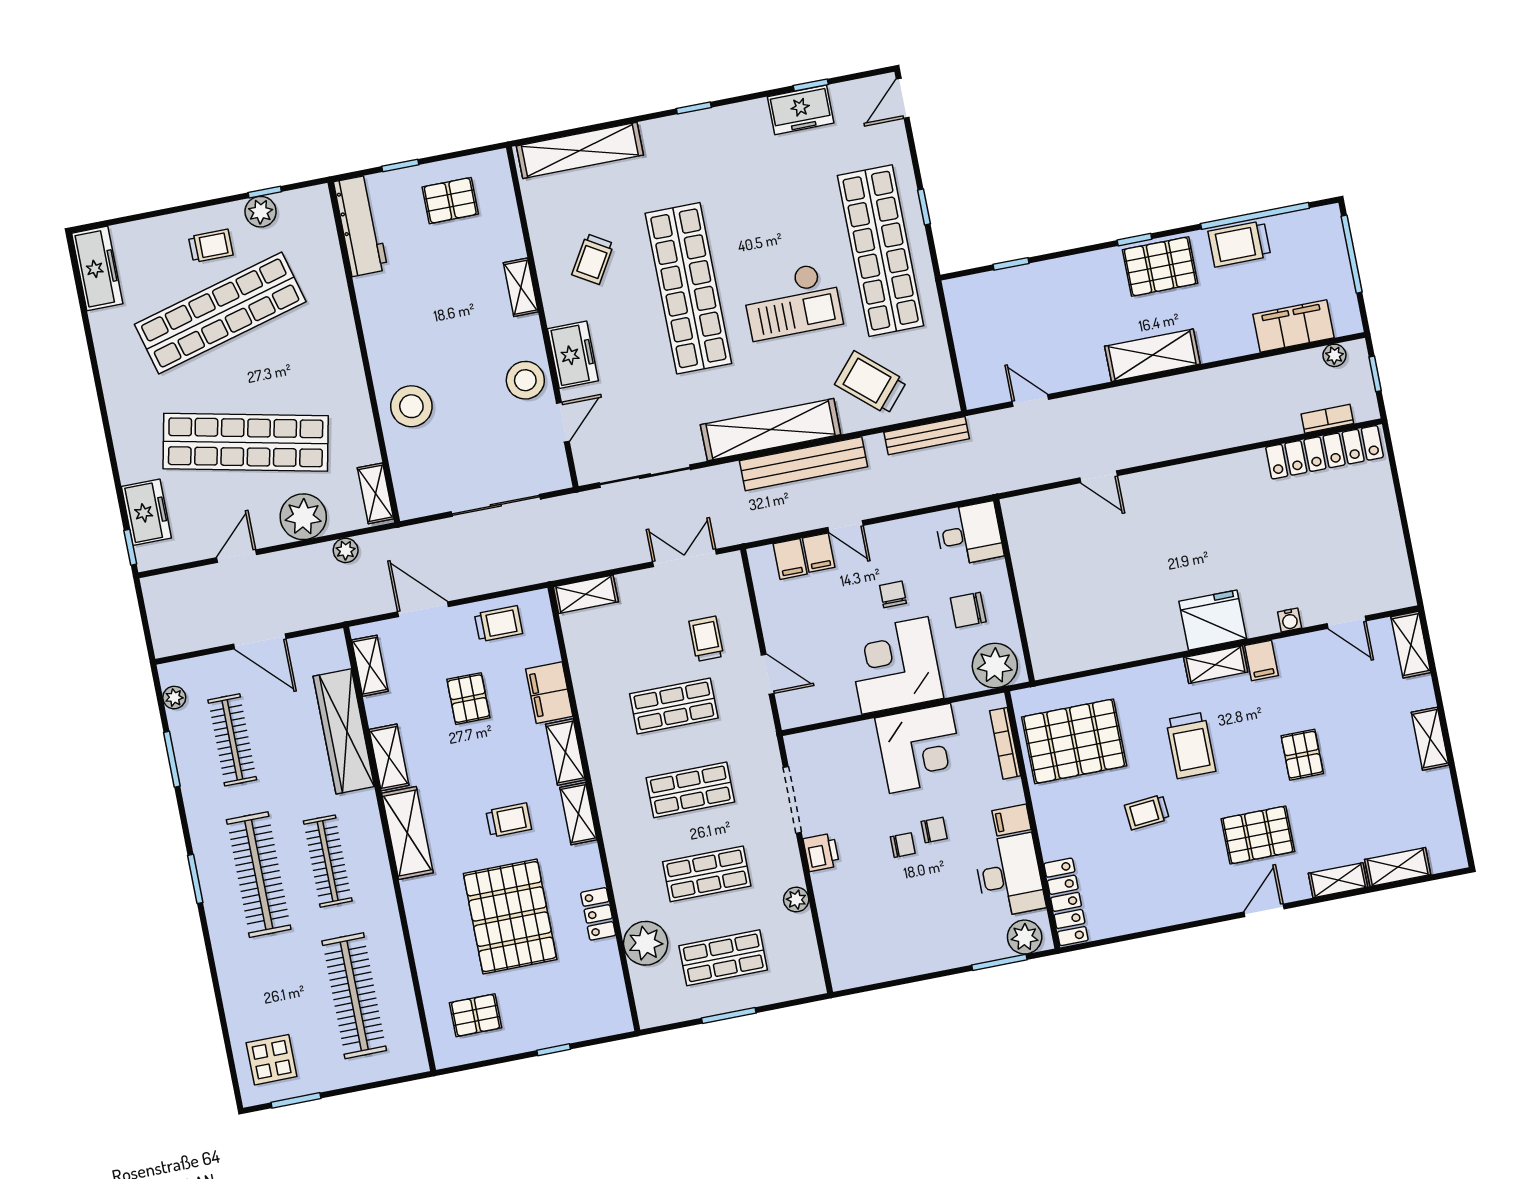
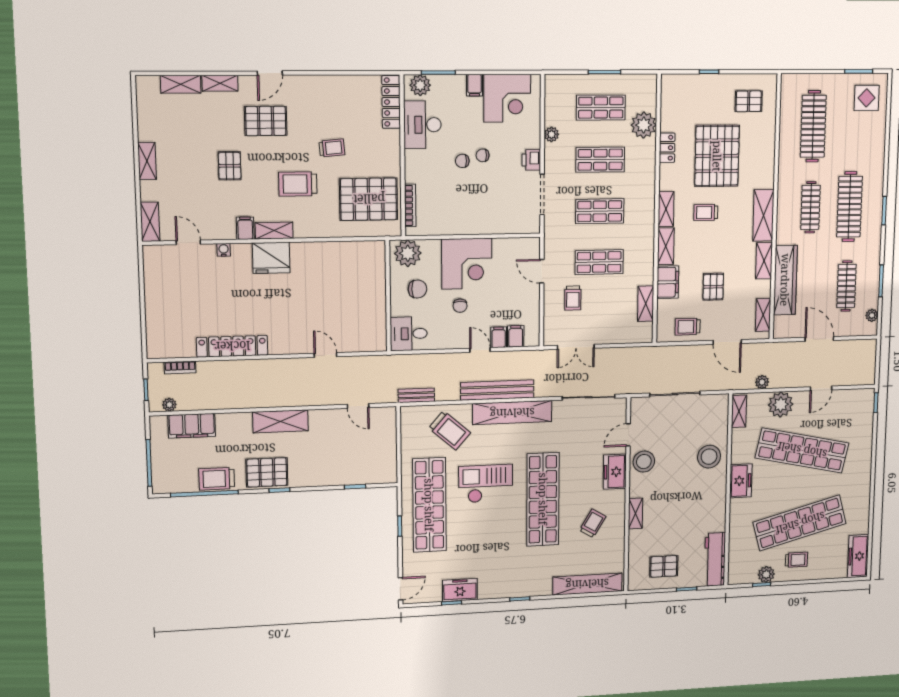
trolley: (1239, 244) -> (217, 479), turned 180
trolley: (211, 246) -> (796, 560), turned 180
bench: (927, 436) -> (416, 395), width x0.73
locker: (1325, 452) -> (232, 346), moved
freezer: (146, 512) -> (741, 481), moved, turned 180
shelving: (586, 594) -> (646, 304), moved, turned 90
trolley: (1191, 745) -> (298, 184), turned -90
corner desk: (920, 748) -> (507, 98), moved, turned 180
filing cabinet: (1012, 820) -> (475, 85), moved, turned 90

